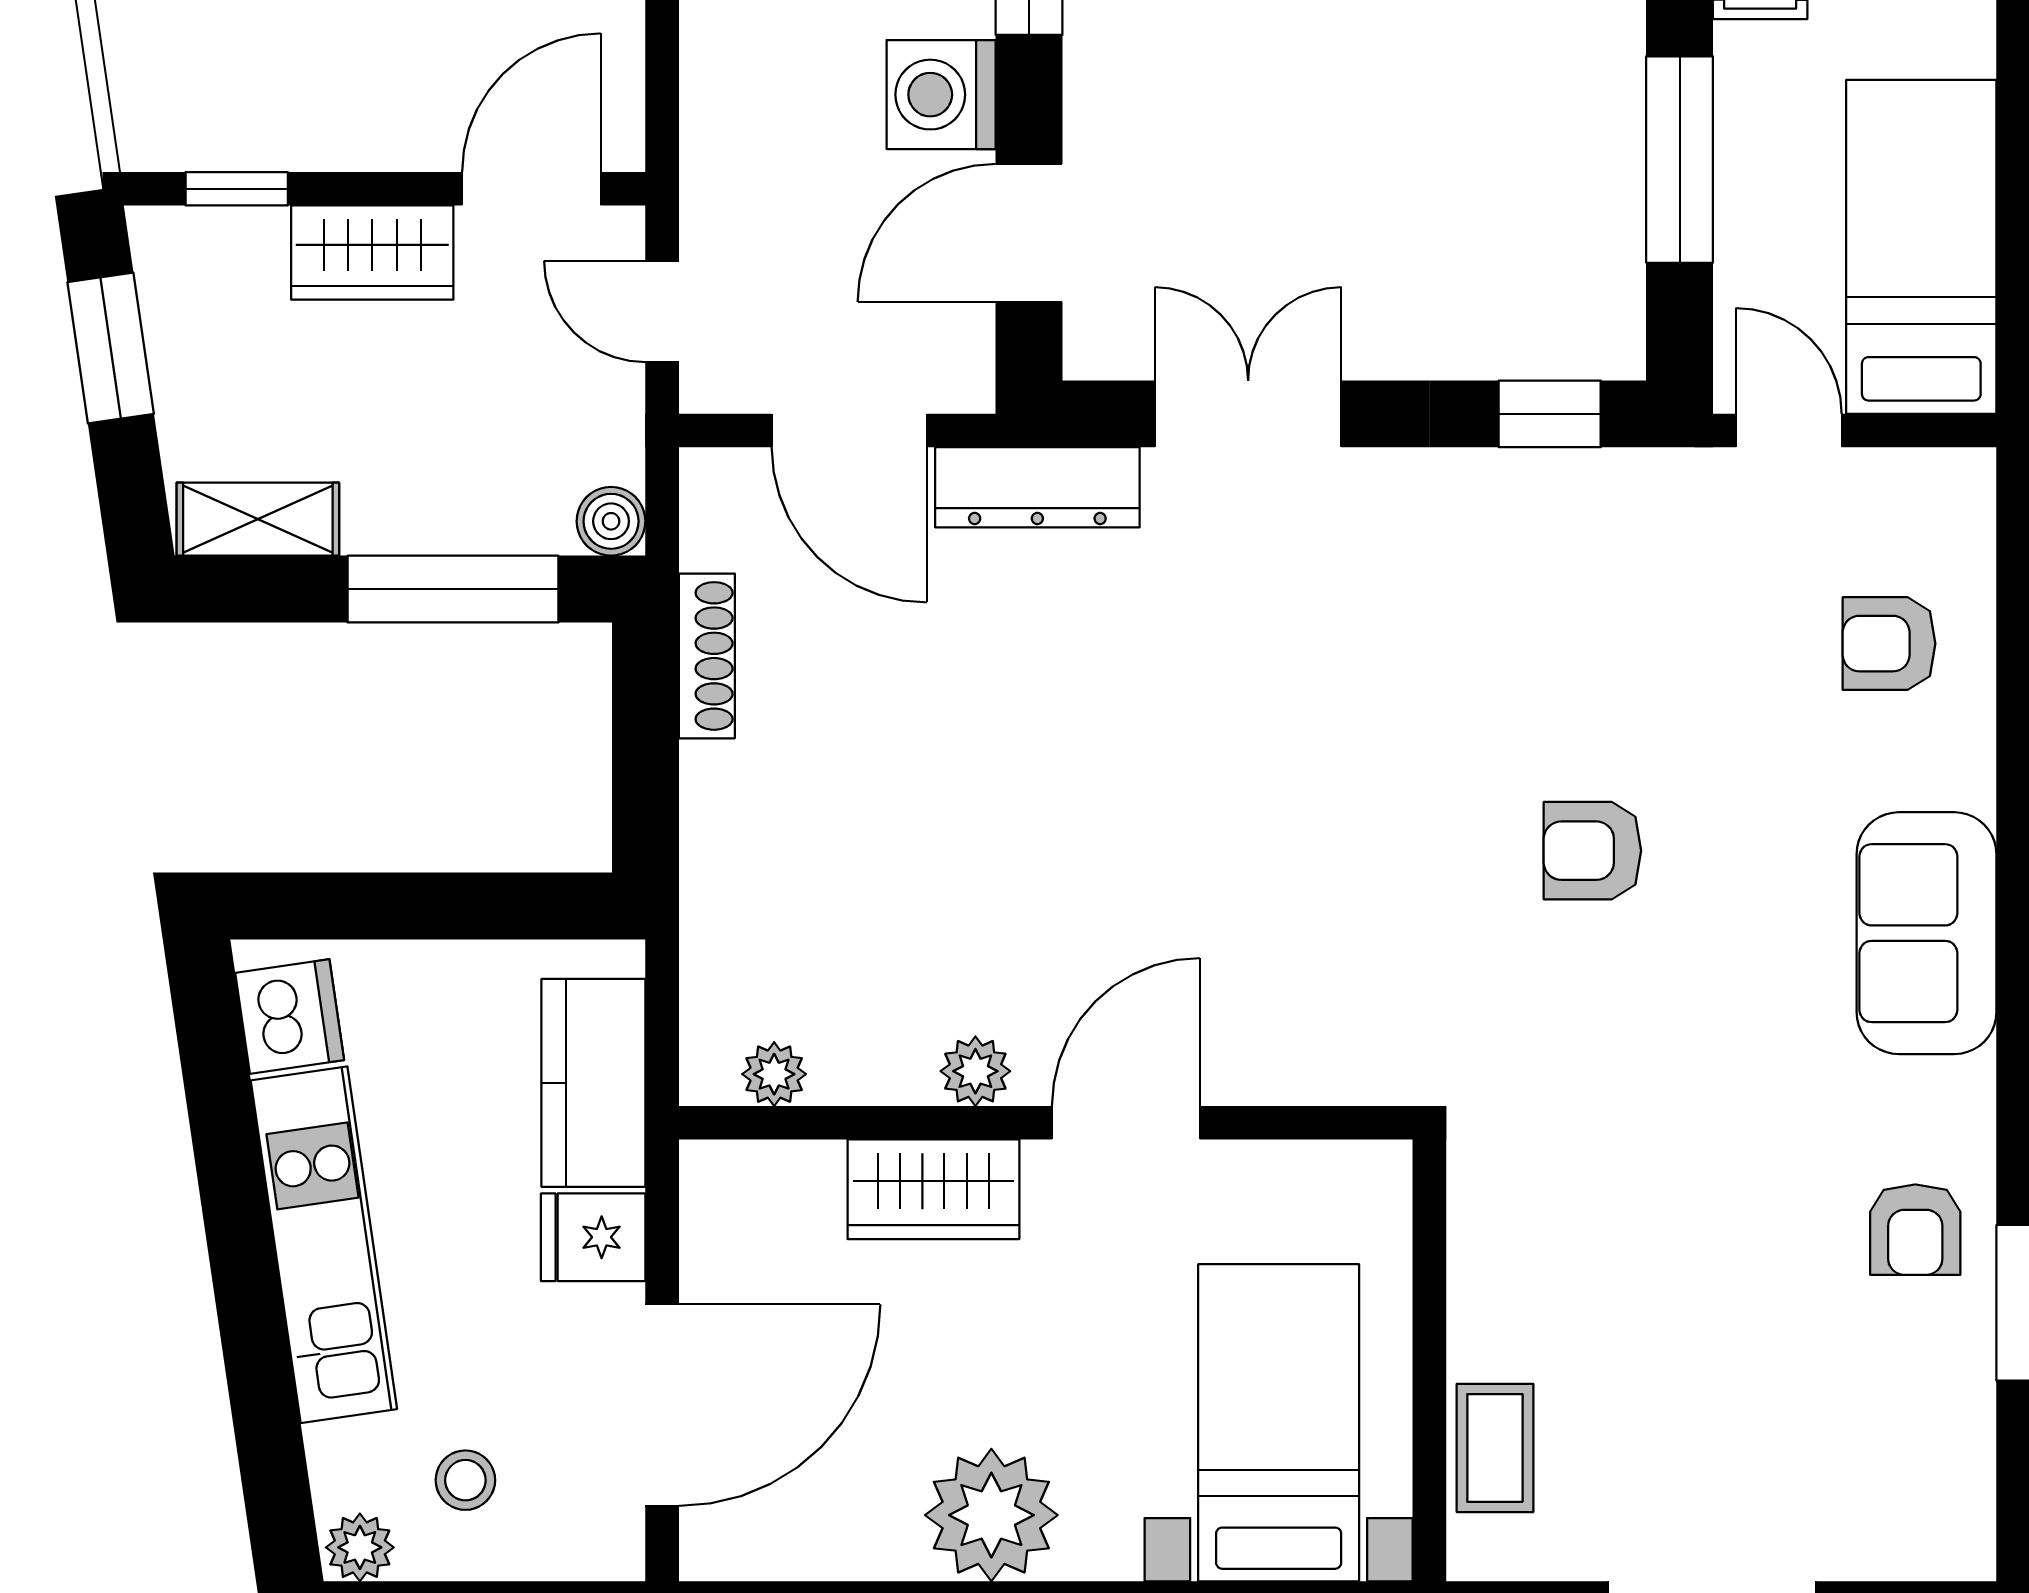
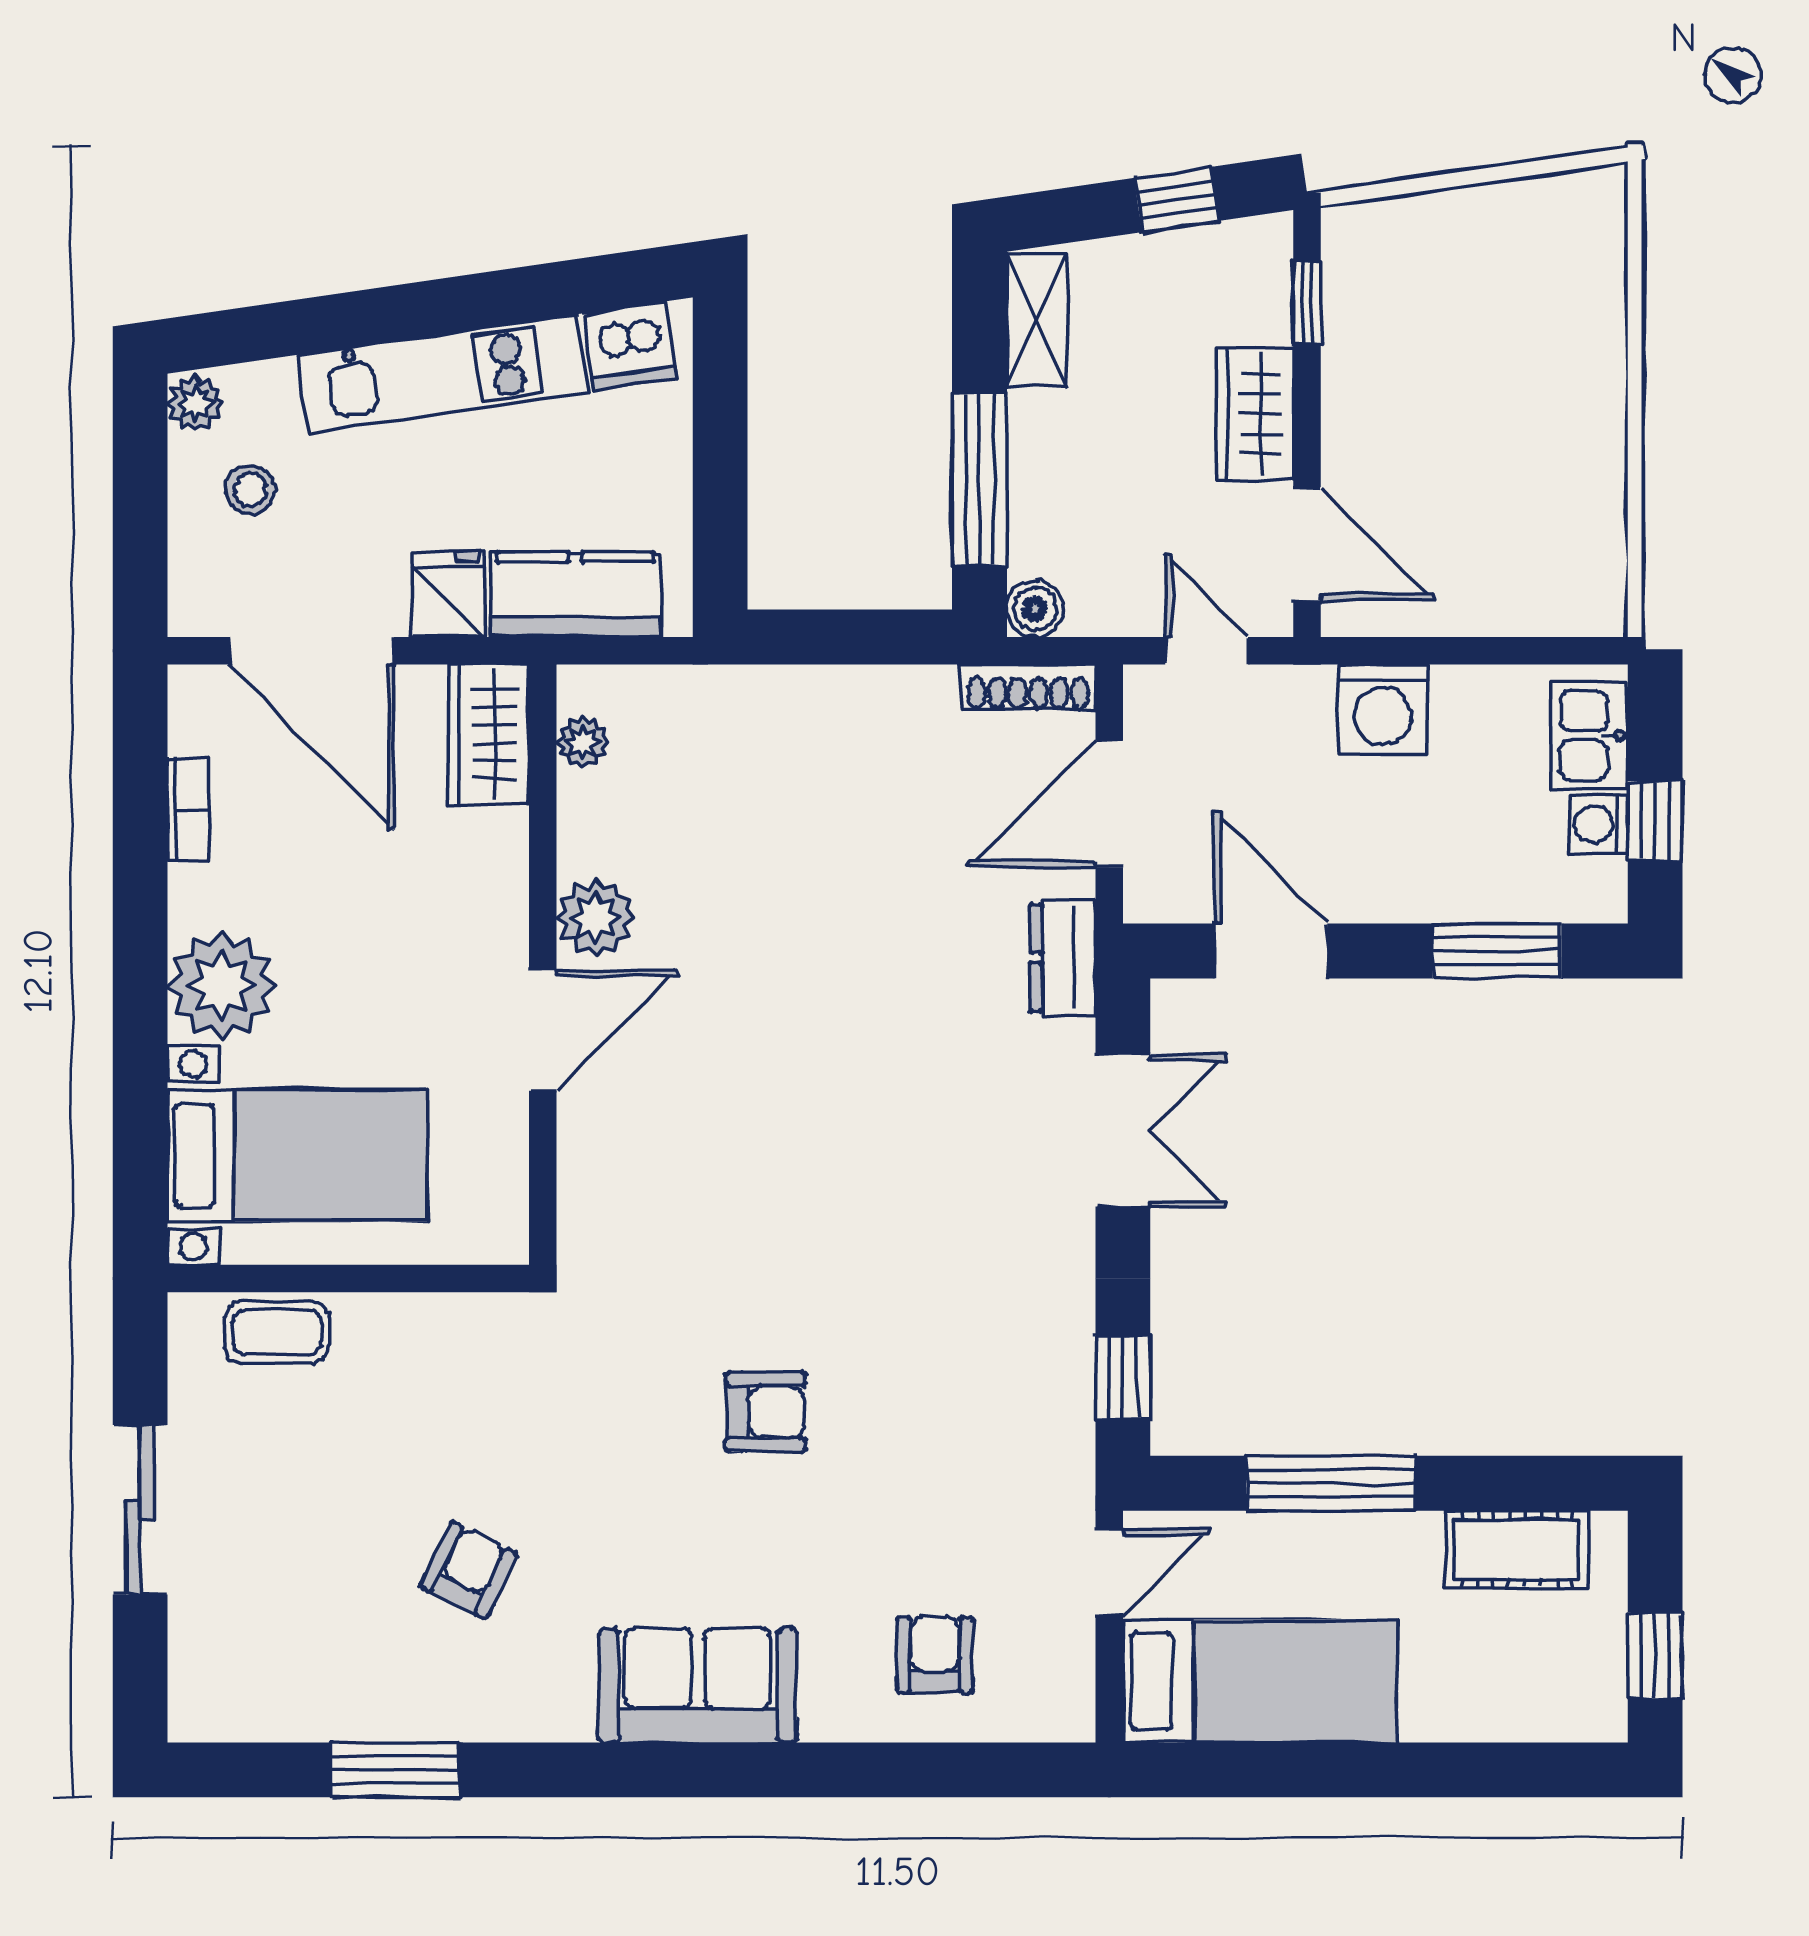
washing machine: (941, 95) -> (1383, 709), moved, turned 180
door: (662, 311) -> (1207, 651), hinge flipped
window: (111, 348) -> (1177, 199), width x0.67
dresser: (1037, 487) -> (1063, 958), width x0.70
shoe rack: (707, 656) -> (1028, 687), moved
armchair: (1592, 851) -> (765, 1412), turned 90
plant: (975, 1071) -> (596, 918), width x1.38, depth x1.38
door: (1126, 1123) -> (543, 1030), hinge flipped
wardrobe: (933, 1189) -> (488, 735), moved
armchair: (1915, 1230) -> (469, 1570), moved, turned 116
plant: (991, 1515) -> (222, 986), moved
bookcase: (856, 1556) -> (188, 809), added

